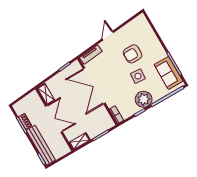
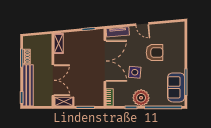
door: (108, 36) -> (142, 24), swing flipped
armchair: (133, 54) -> (155, 53), turned 180
side table: (138, 76) -> (135, 72), moved
double door: (94, 86) -> (105, 61), swing flipped
double door: (54, 119) -> (53, 80), moved

